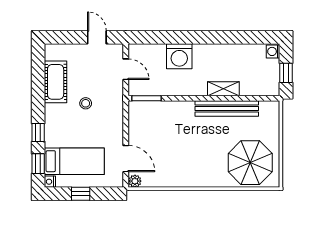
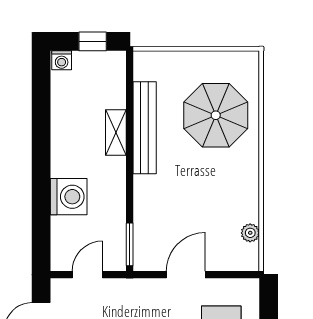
door: (126, 159) -> (186, 275), moved
parasol: (250, 163) -> (216, 115), moved
plant: (135, 181) -> (250, 233), moved

